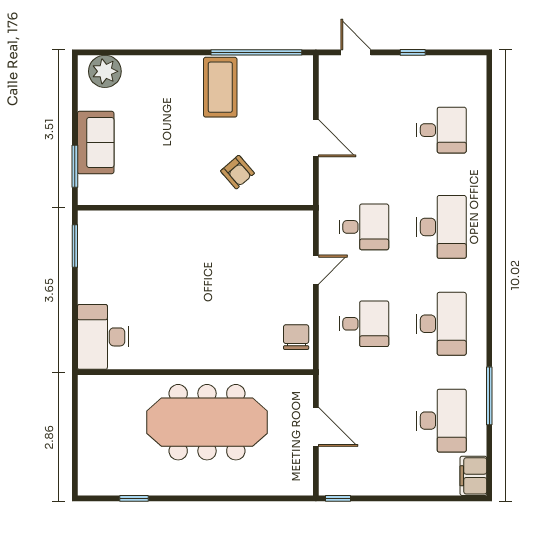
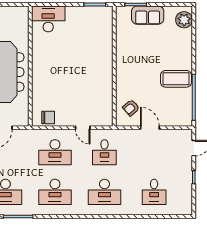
door: (316, 138) -> (150, 128), swing flipped
armchair: (237, 172) -> (131, 108), moved
desk: (364, 324) -> (55, 152), width x1.37

